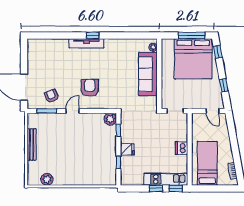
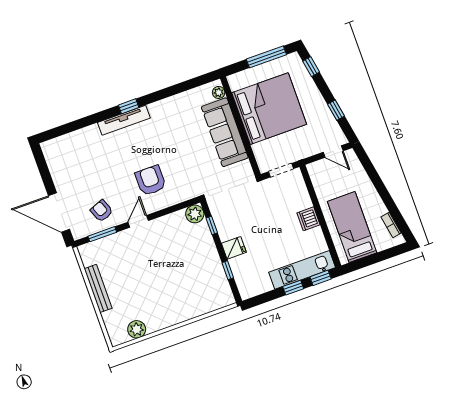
bed: (193, 59) -> (269, 109), moved, turned -90

